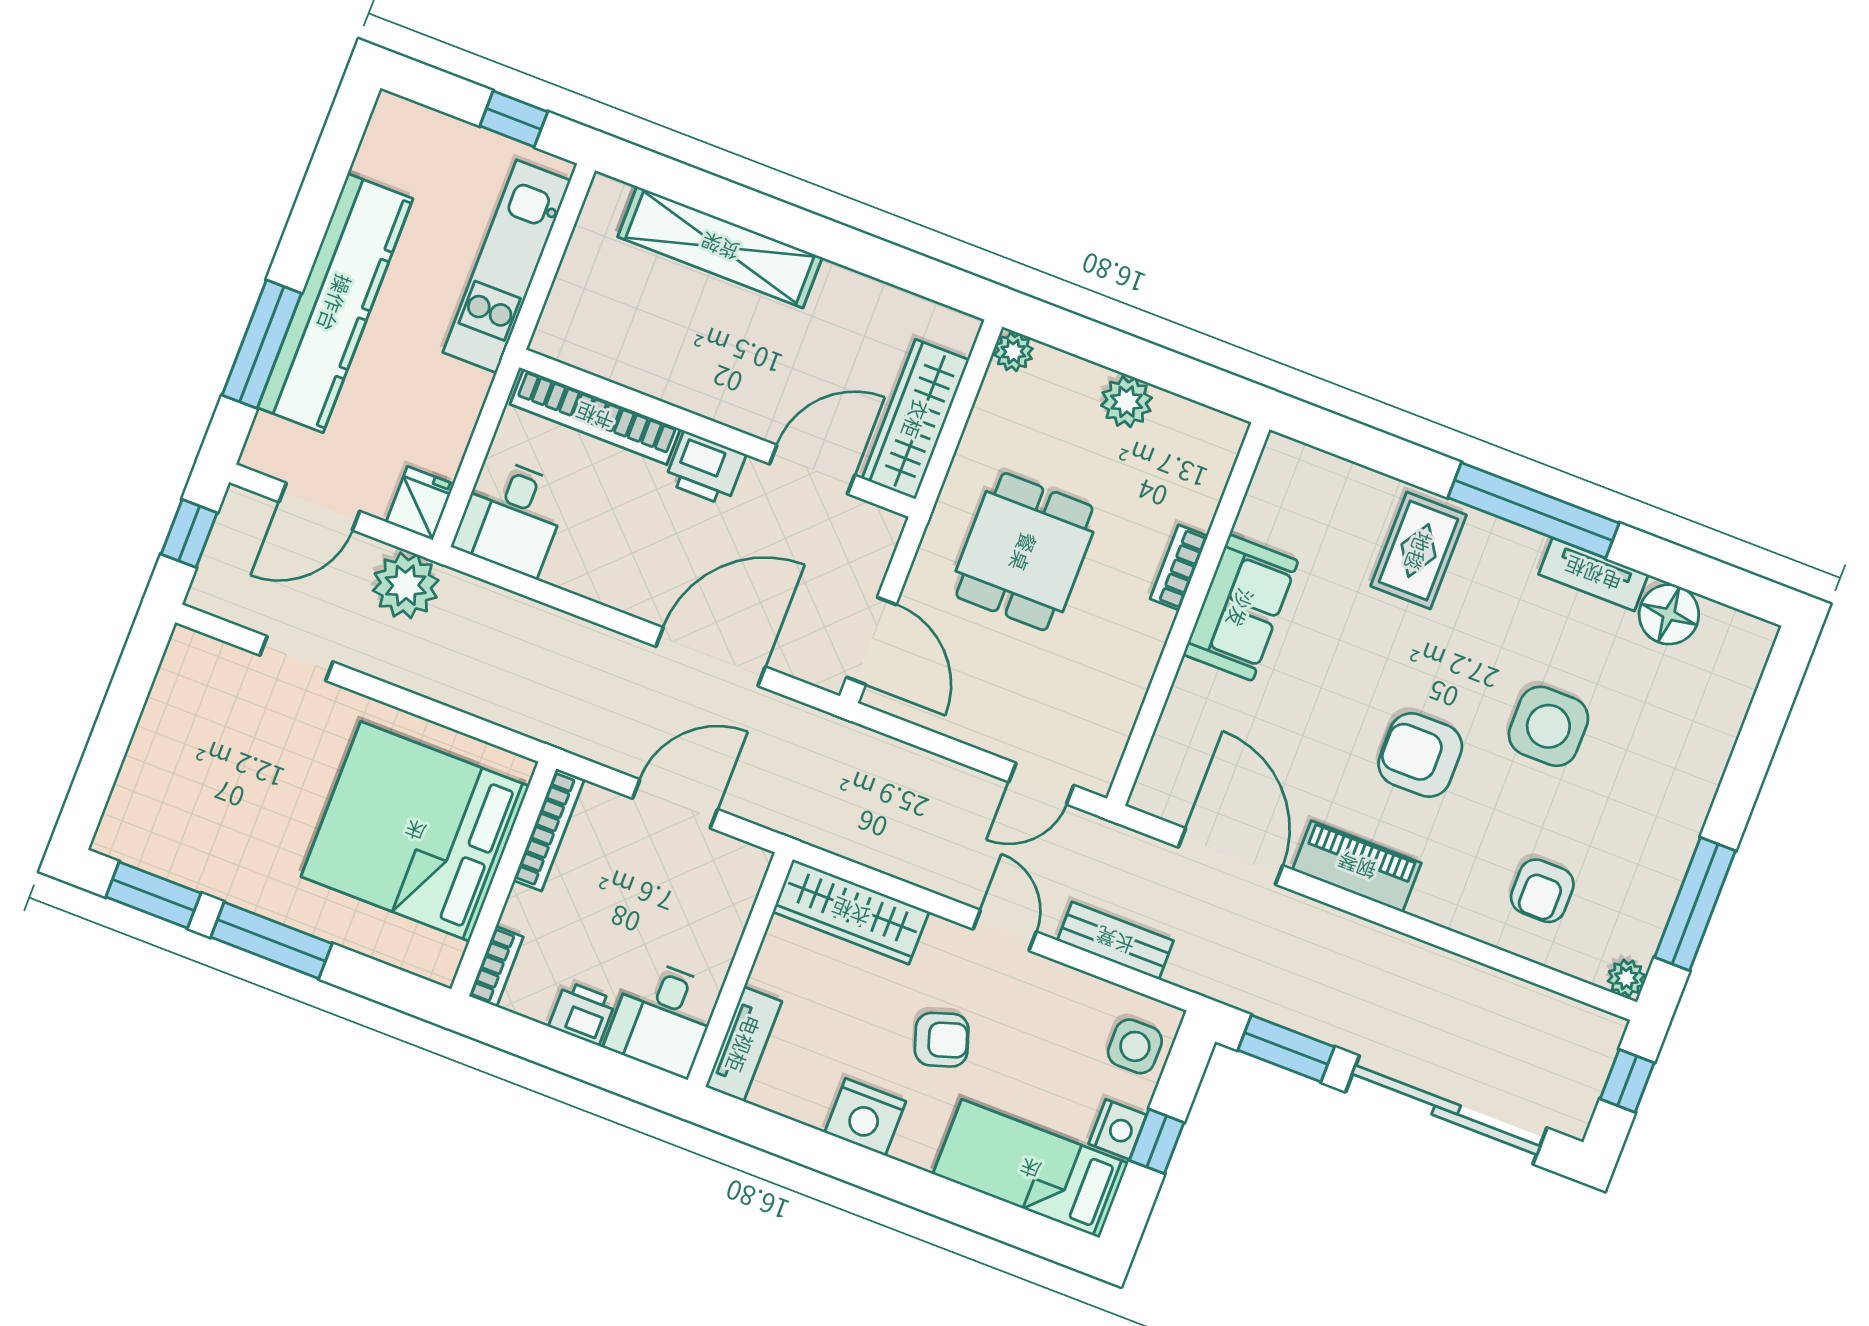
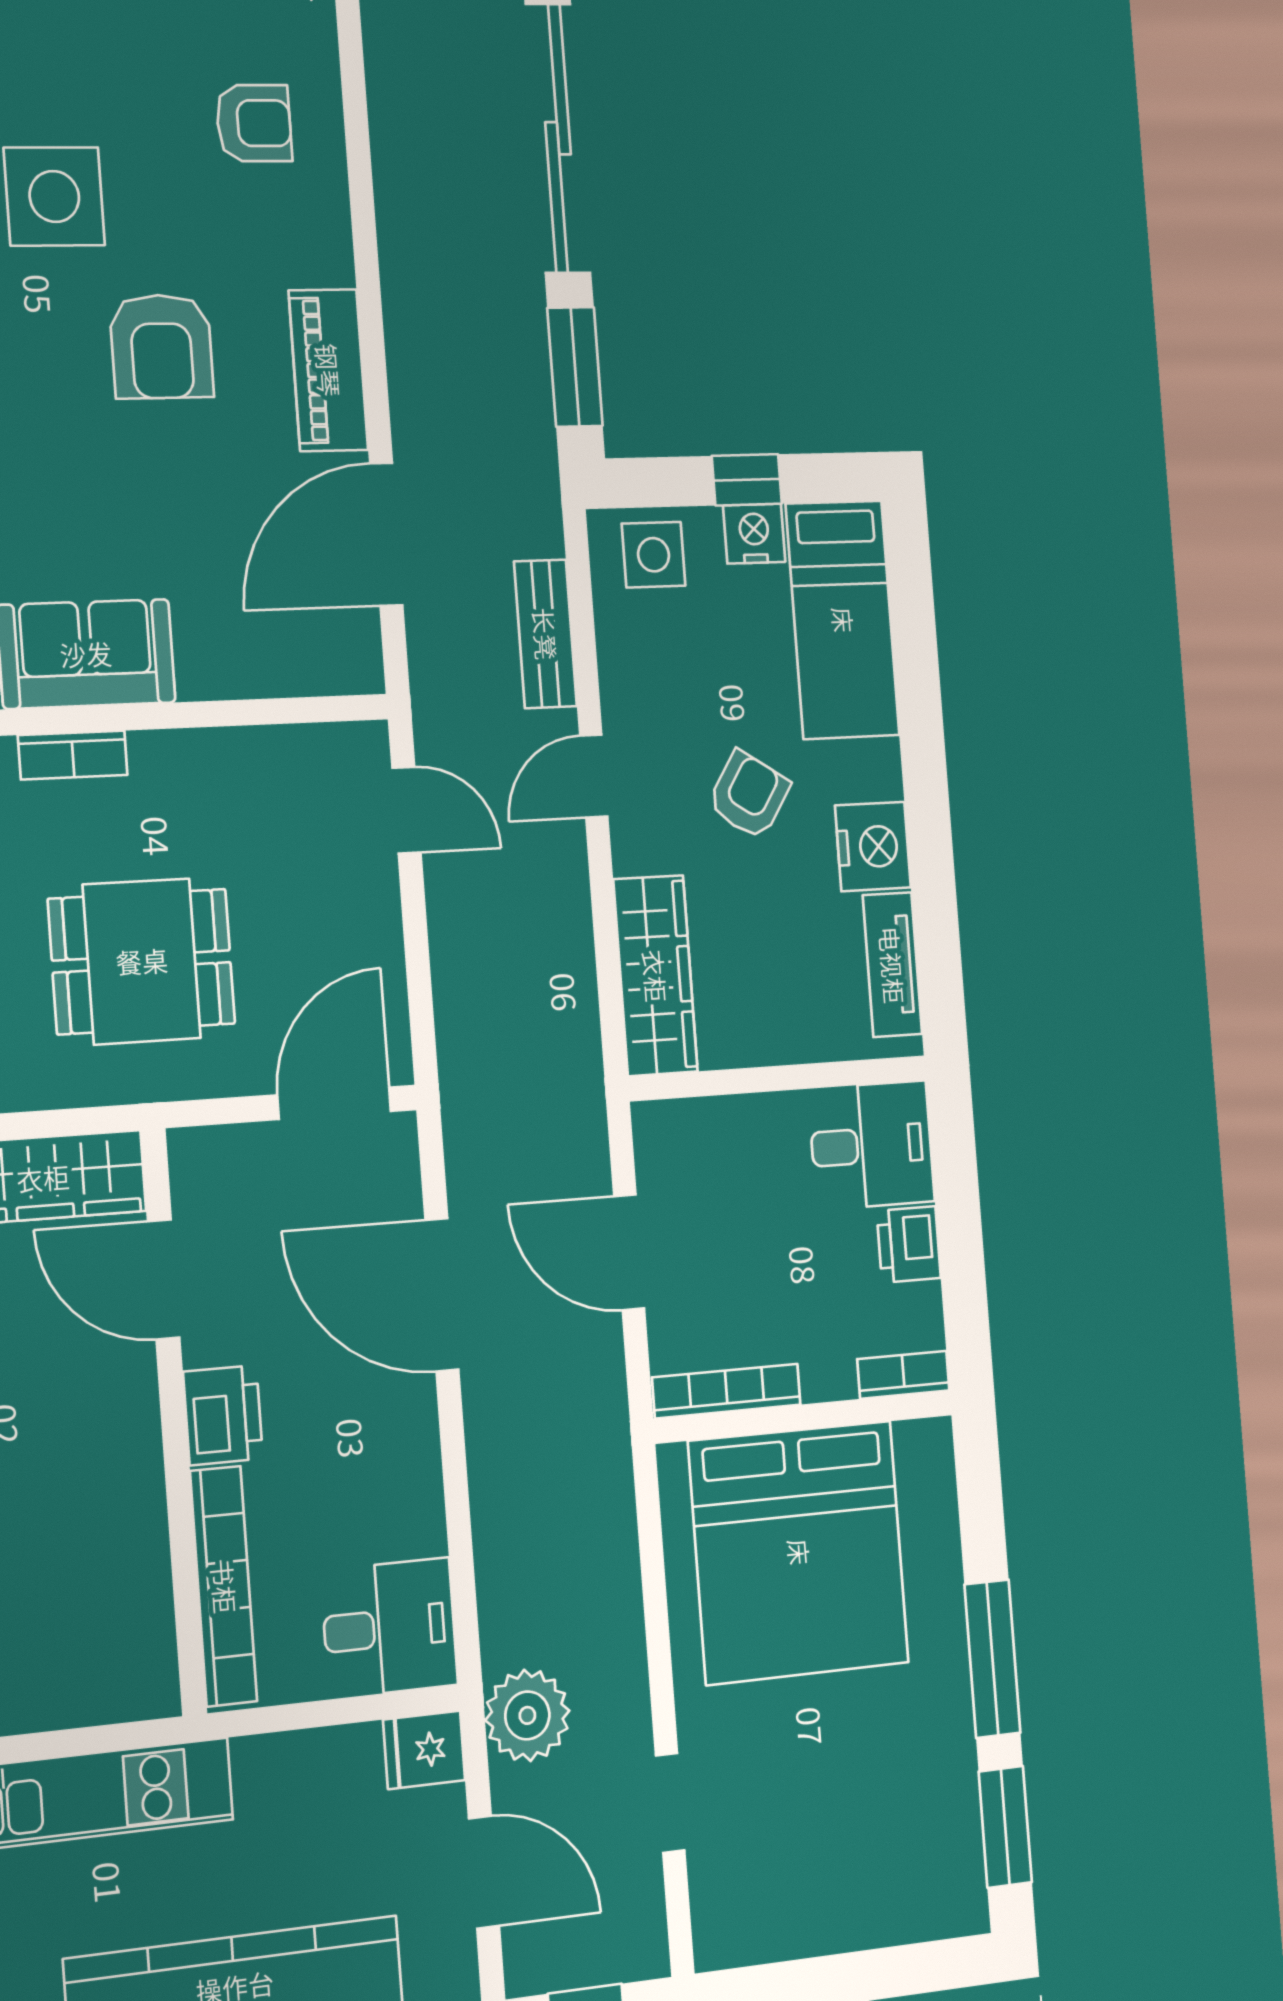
armchair: (942, 1040) -> (749, 795), turned 51
tv unit: (744, 1044) -> (892, 965), moved, turned -90

